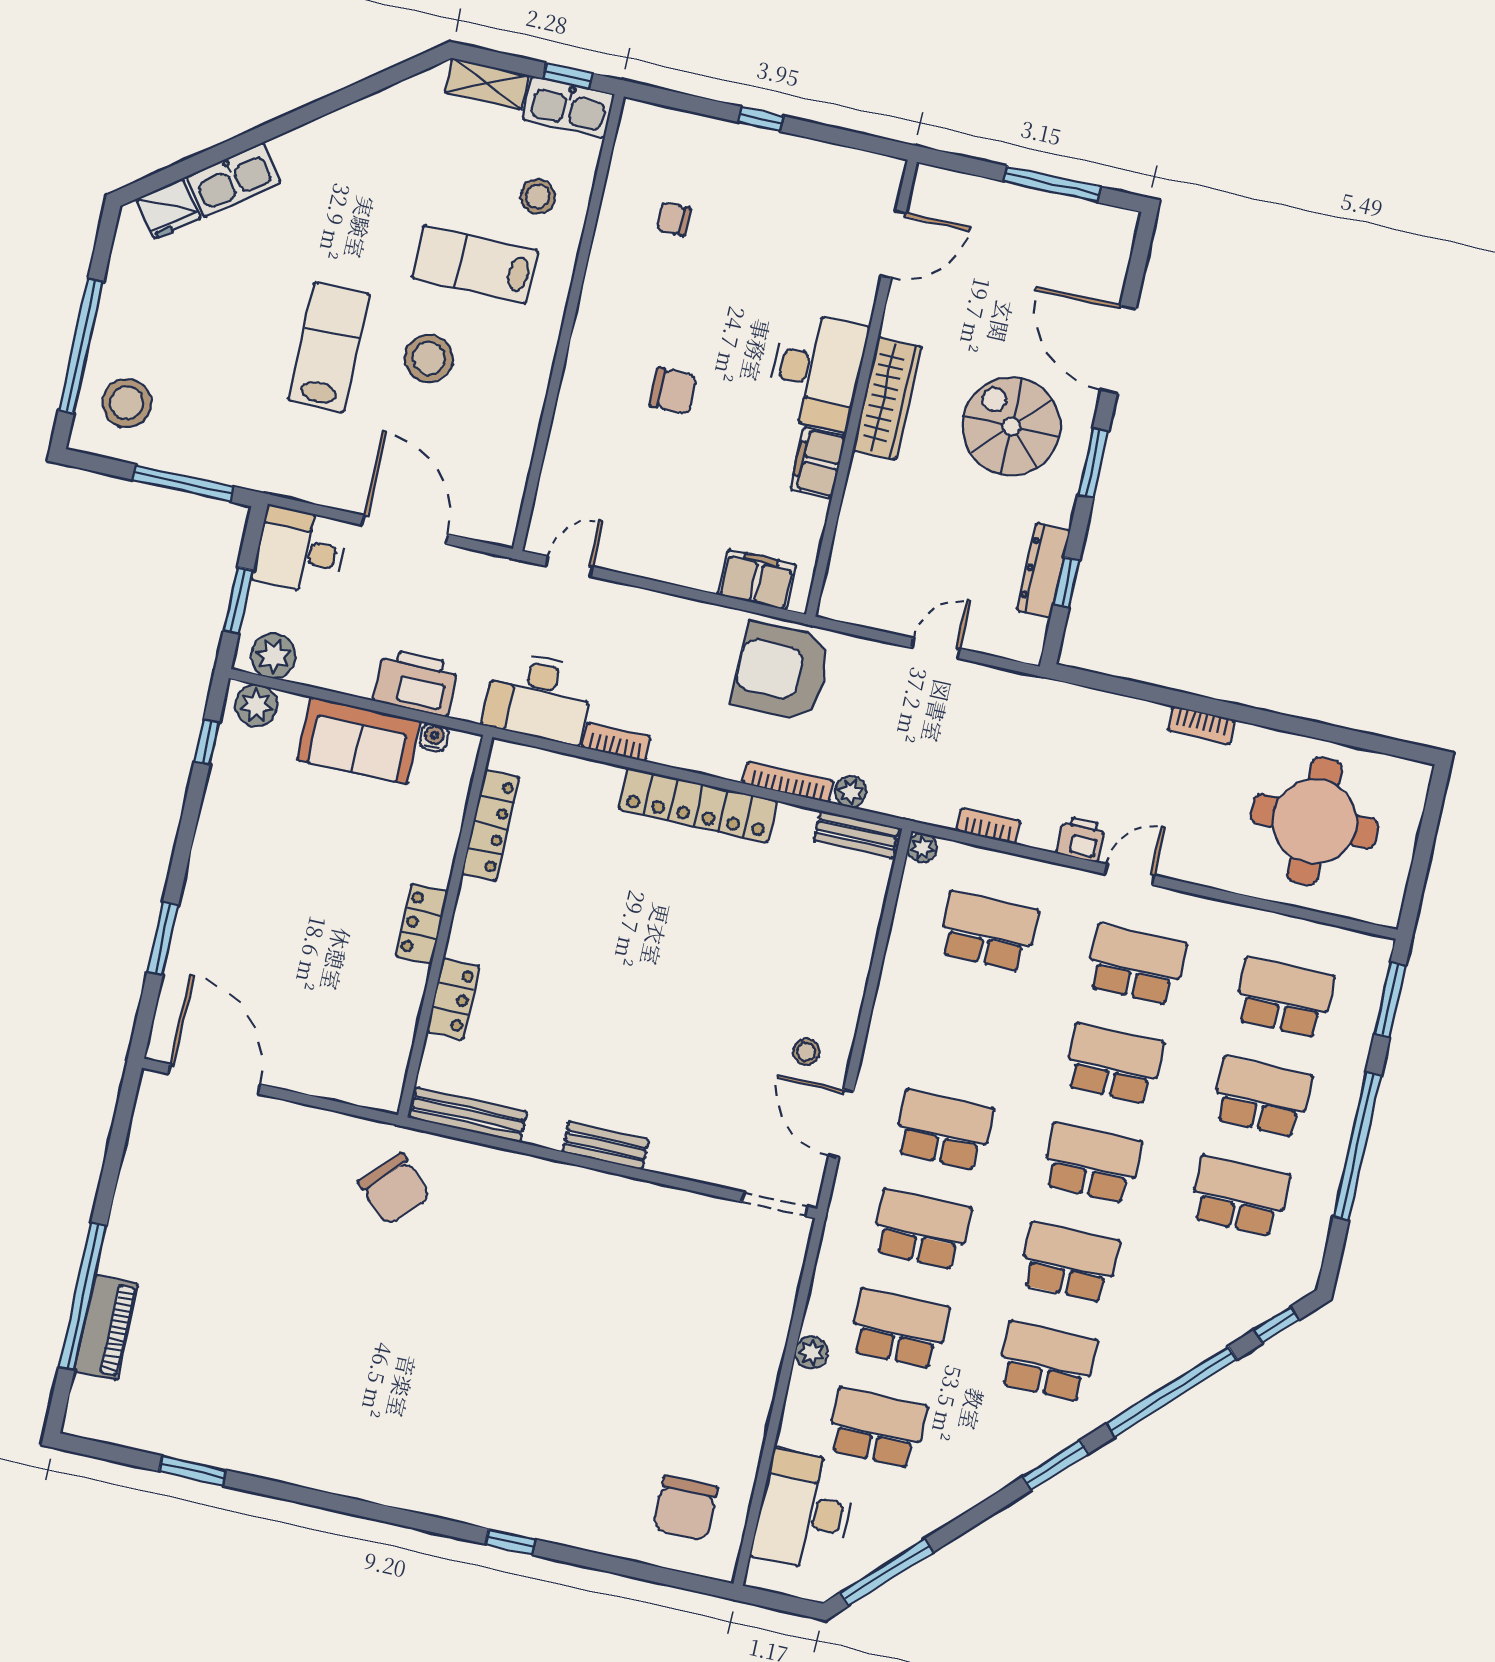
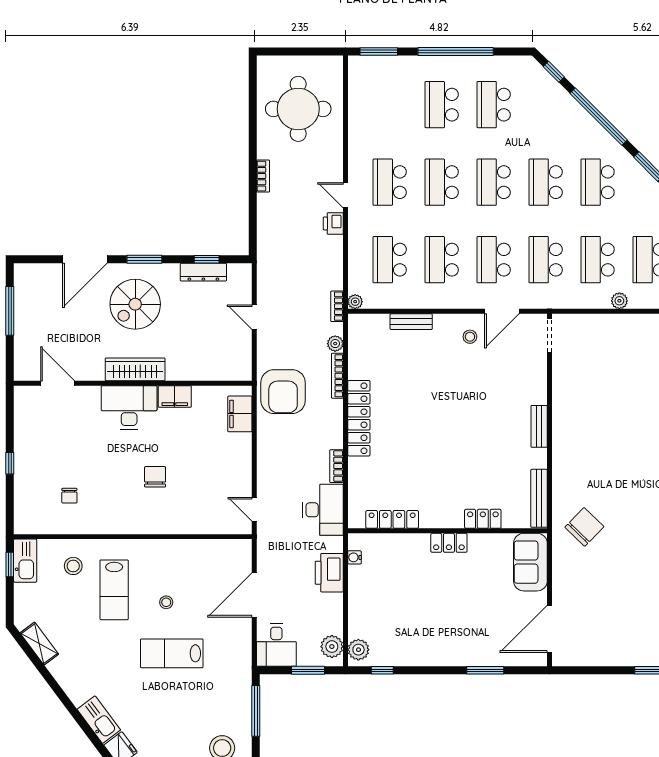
shelving: (487, 84) -> (39, 644), moved, turned -37
stool: (429, 358) -> (166, 602), width x0.53, depth x0.53
sofa: (359, 741) -> (530, 562), moved, turned 180
bookcase: (988, 826) -> (337, 306), moved
bench: (857, 834) -> (411, 322), moved, turned 90
school desk: (1284, 998) -> (442, 260), moved

